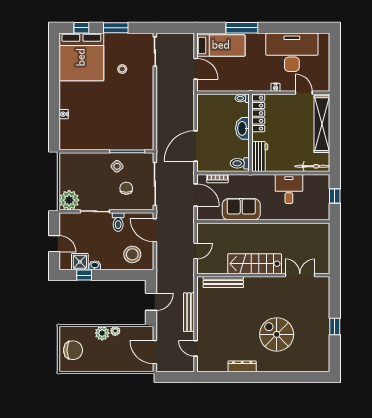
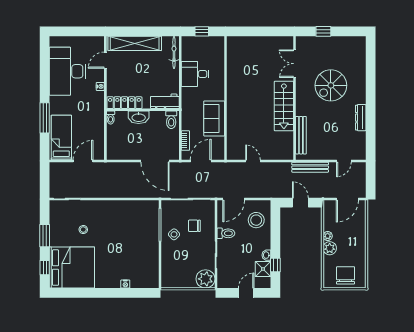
stairs: (255, 264) -> (284, 106), moved
wall: (263, 275) -> (294, 98), moved
double door: (300, 275) -> (294, 64), moved
bench: (223, 282) -> (301, 135), moved

